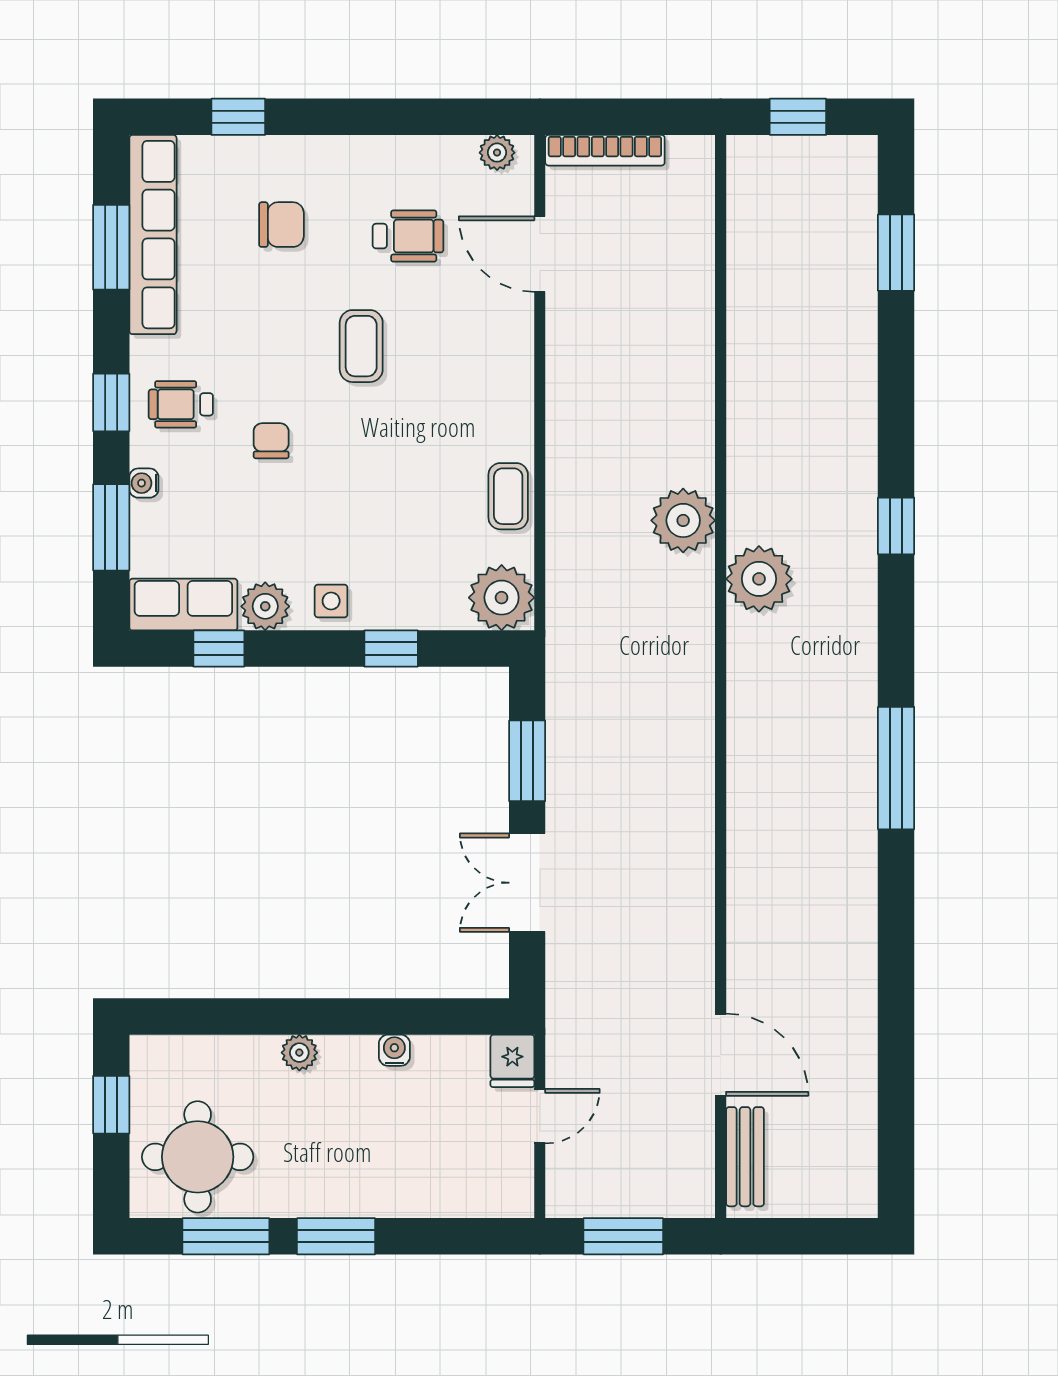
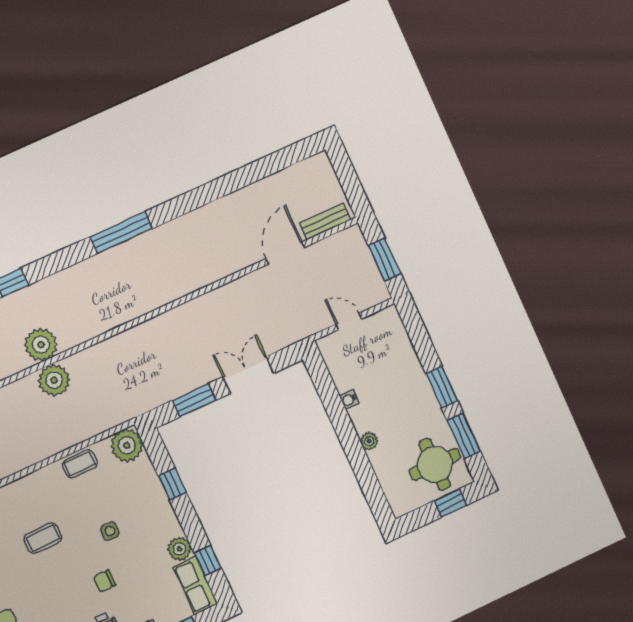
coffee table: (361, 346) -> (43, 538), moved
plant: (759, 579) -> (41, 345), moved
side table: (331, 601) -> (110, 531), moved
double door: (527, 883) -> (248, 375), swing flipped
fridge: (512, 1061) -> (330, 345), removed
window: (111, 1105) -> (450, 503), moved

